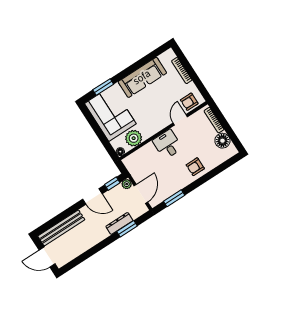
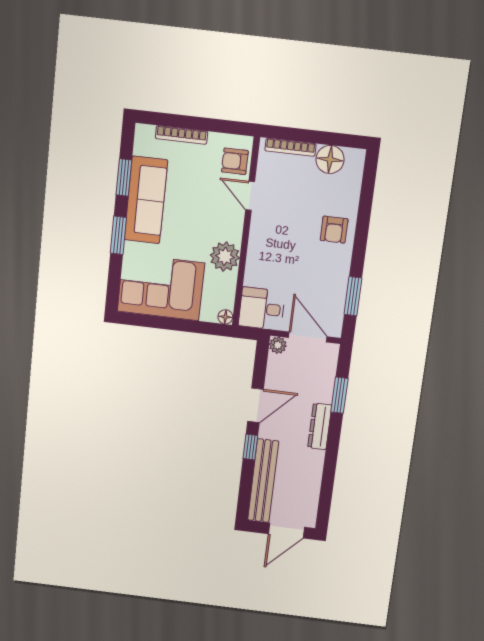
window: (144, 61) -> (124, 177), added
window: (103, 87) -> (118, 235), moved
armchair: (189, 102) -> (235, 161), turned 90
plant: (134, 138) -> (225, 256), moved
desk: (167, 144) -> (262, 309), moved
window: (112, 184) -> (250, 447), moved
dresser: (119, 223) -> (320, 426), moved

